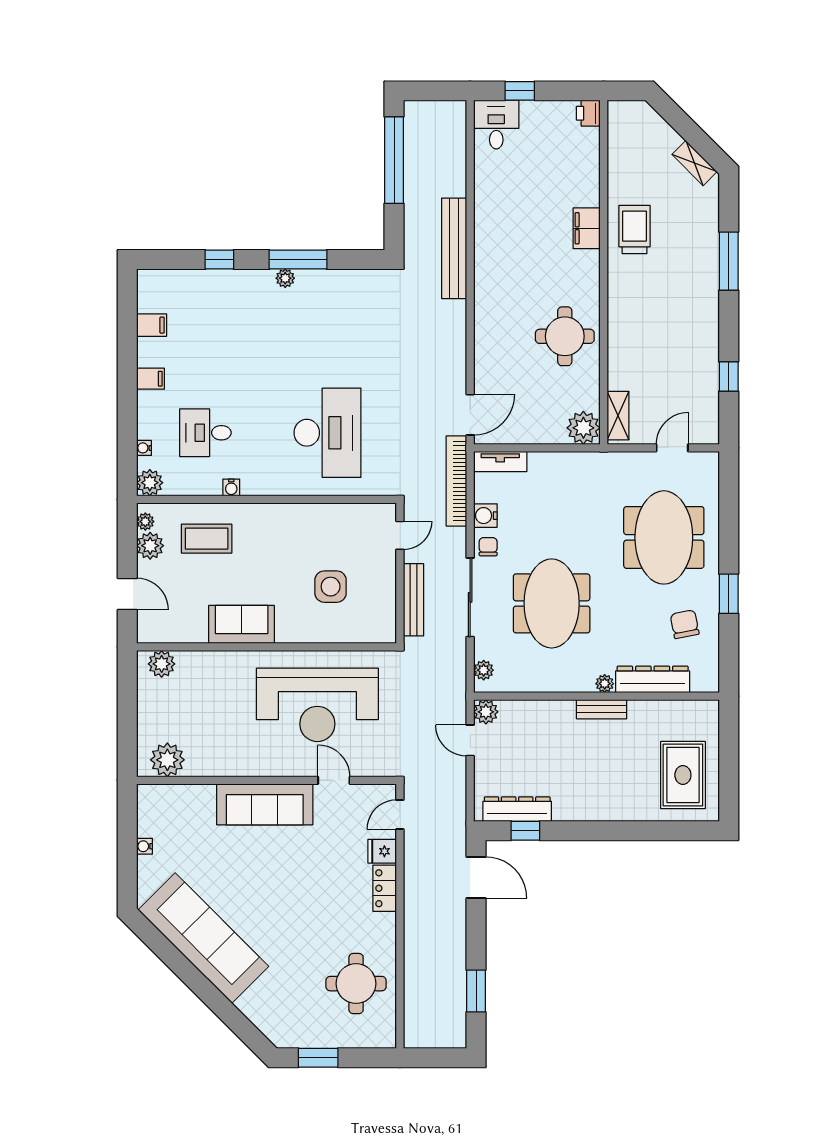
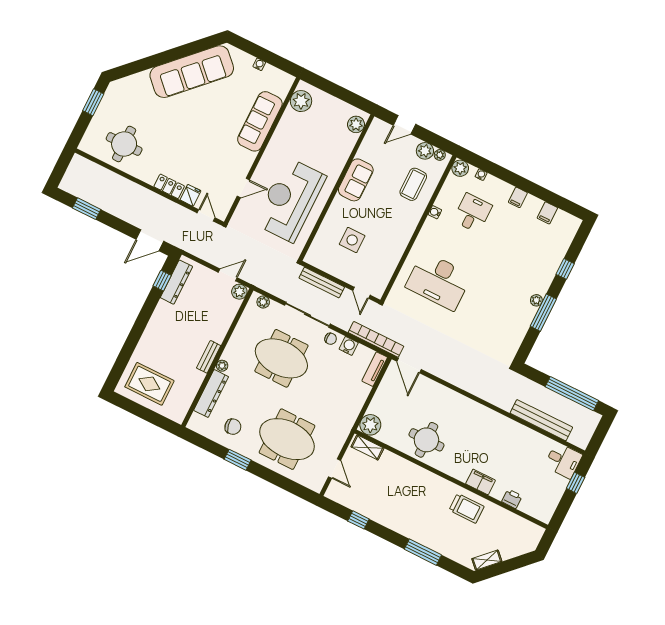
printer: (588, 113) -> (512, 499), moved
bench: (454, 248) -> (541, 420), moved
sofa: (265, 804) -> (260, 121), moved

